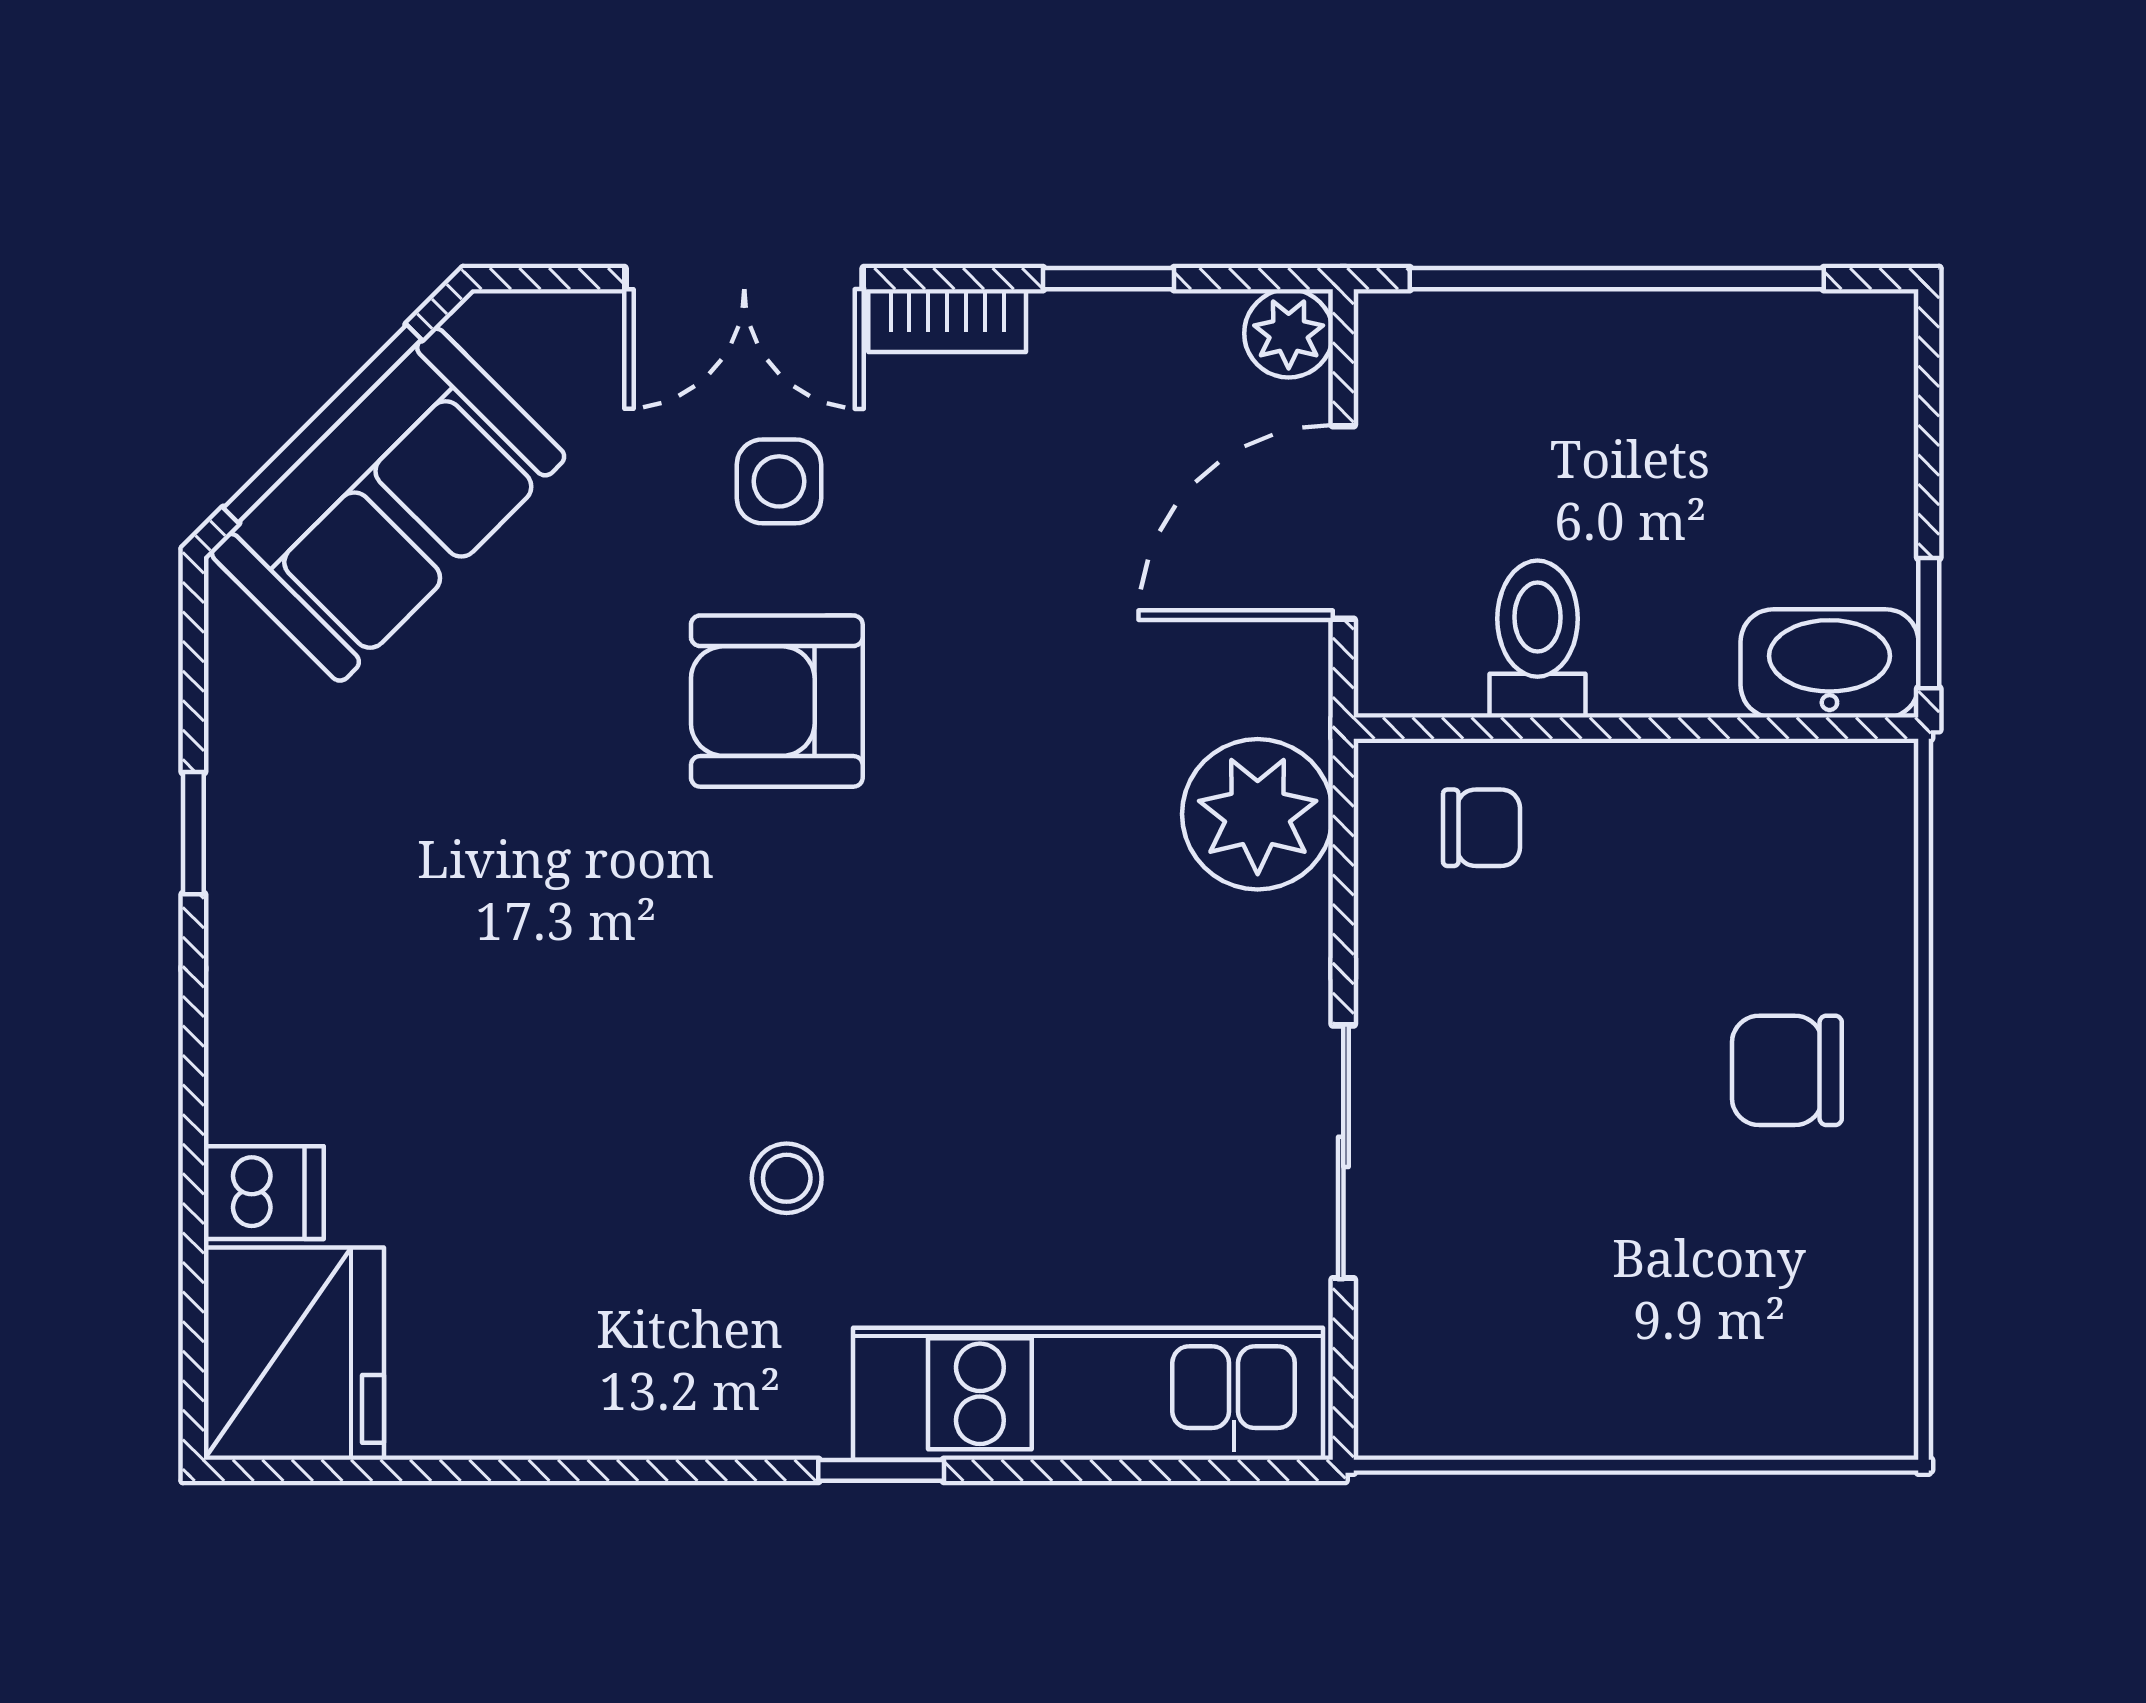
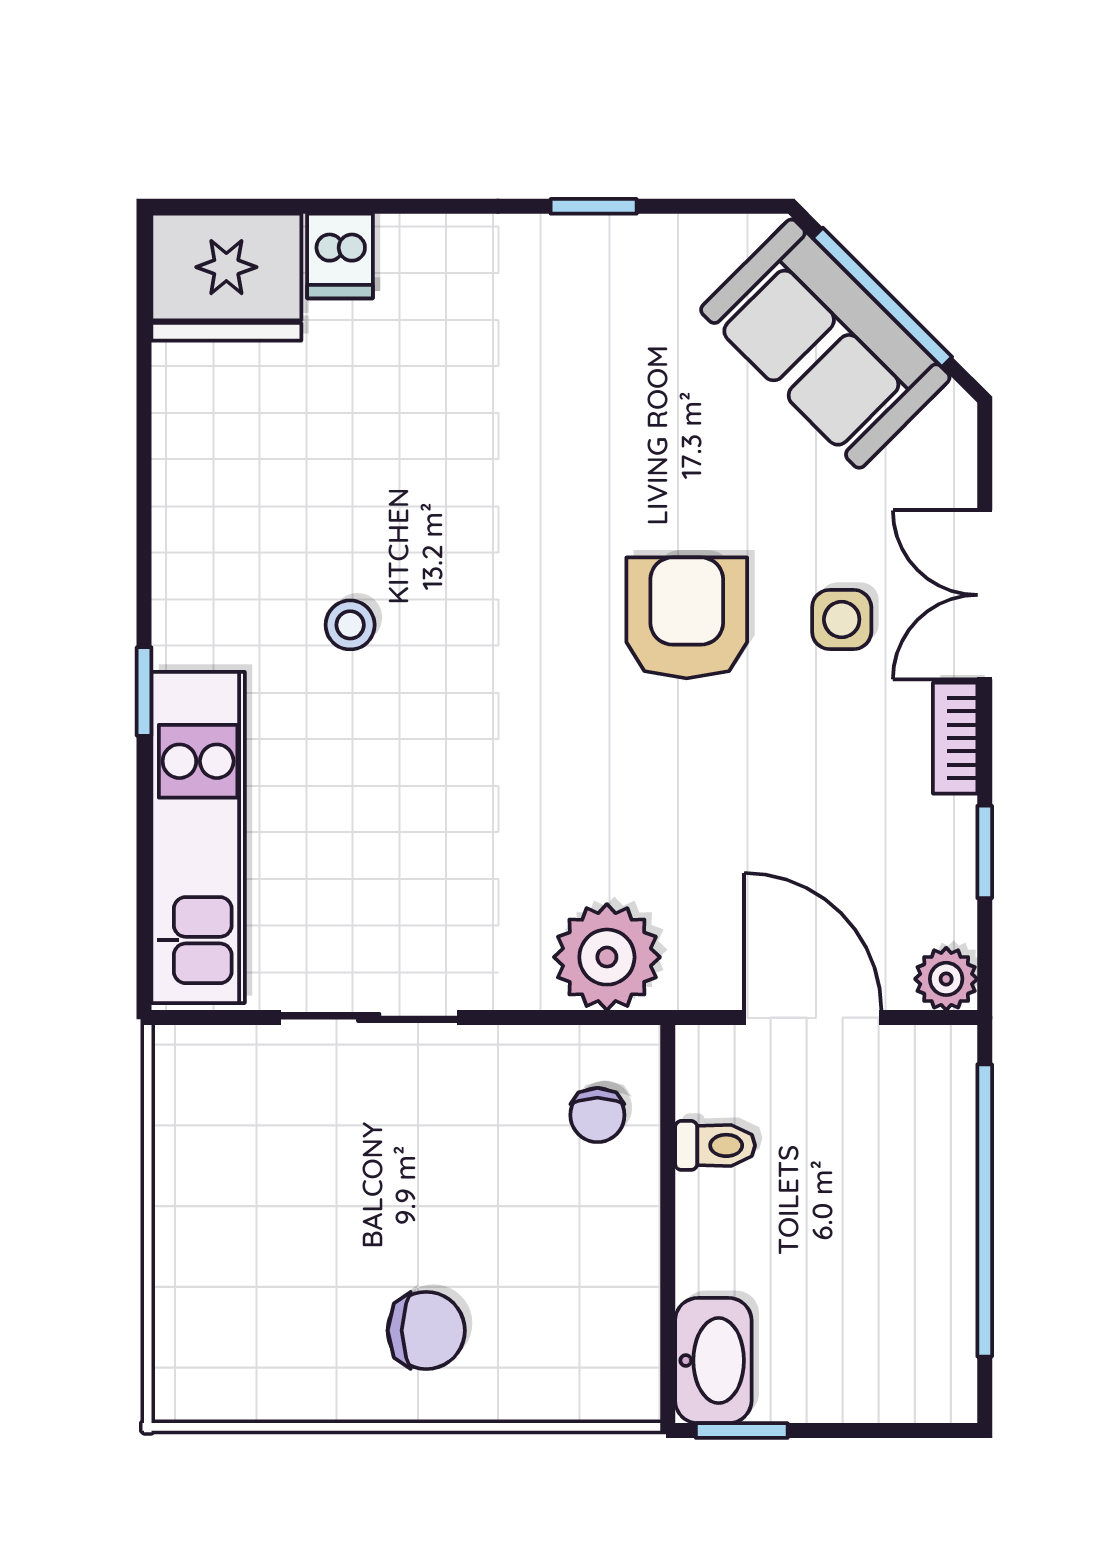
toilet: (1538, 639) -> (715, 1145), width x0.73, depth x0.72
chair: (1787, 1070) -> (426, 1330), turned 90

